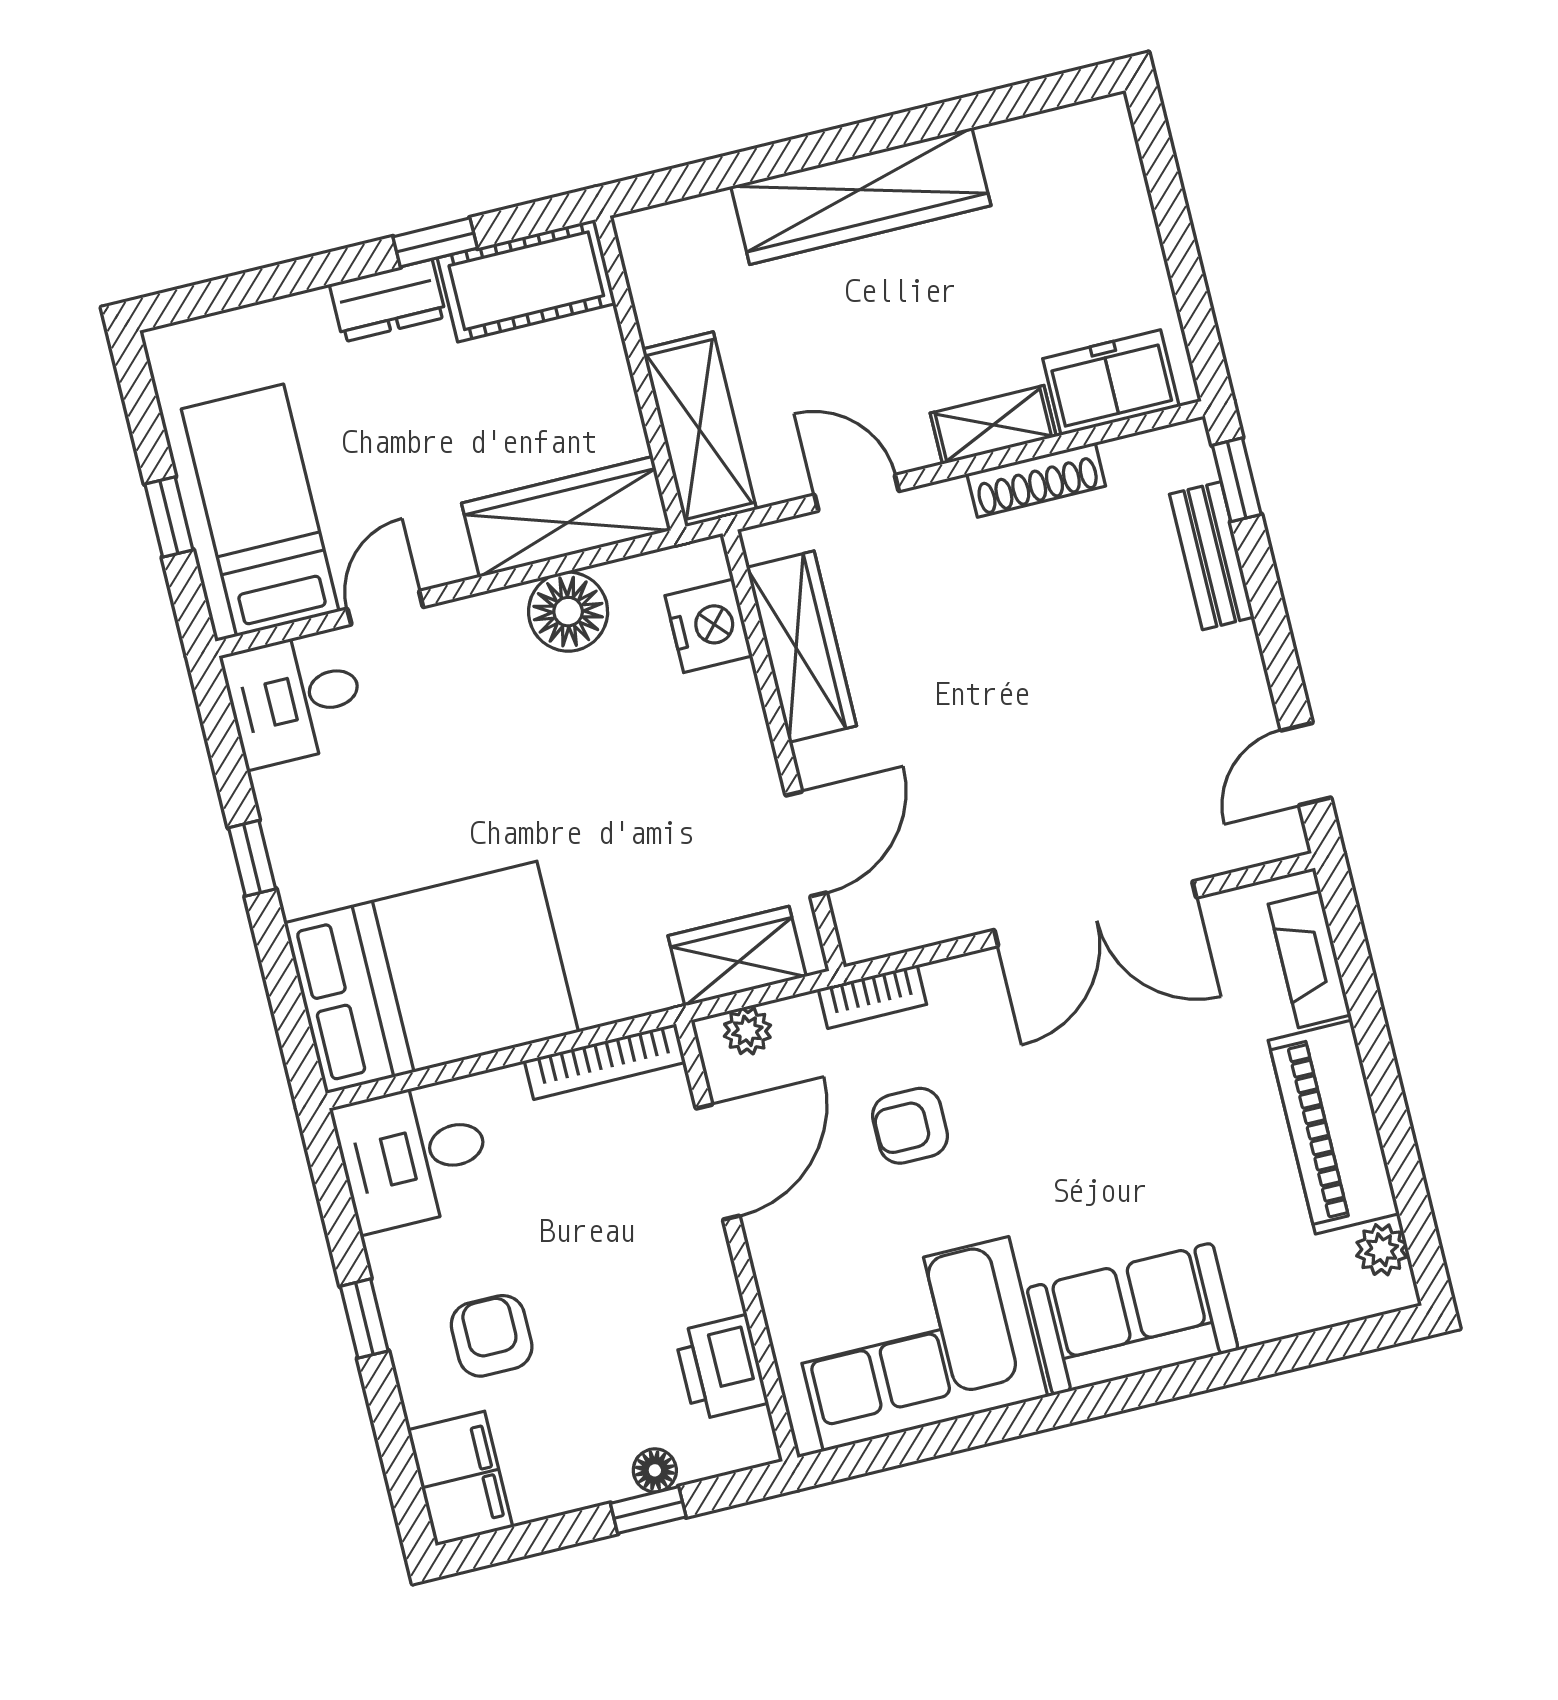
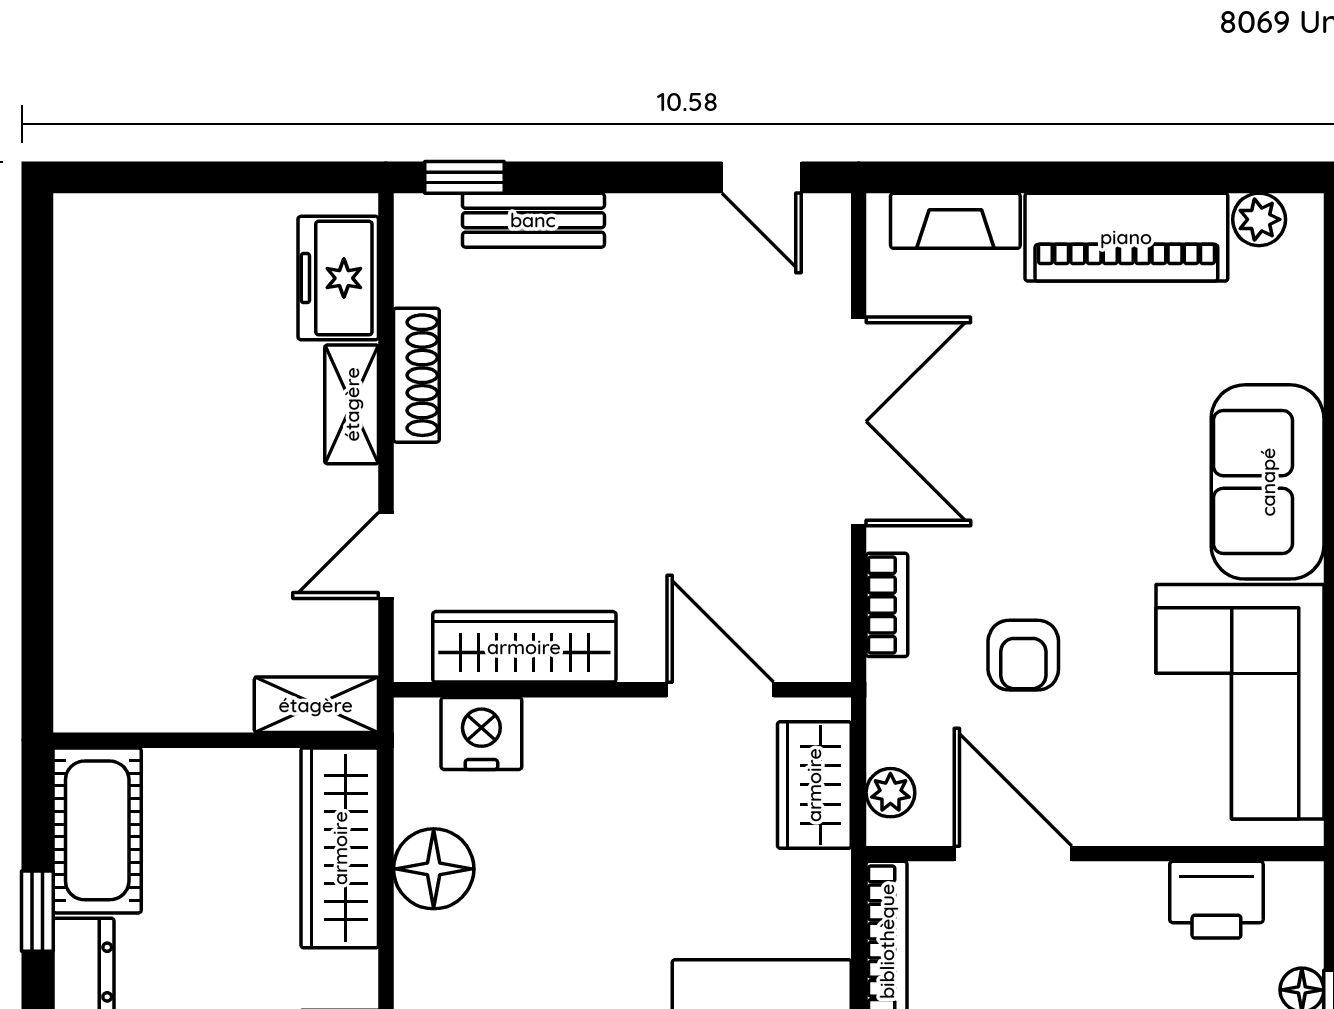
wardrobe: (861, 196) -> (94, 480), removed
shelving: (699, 429) -> (316, 705), width x0.67, depth x0.75
bookcase: (872, 997) -> (887, 605), moved

